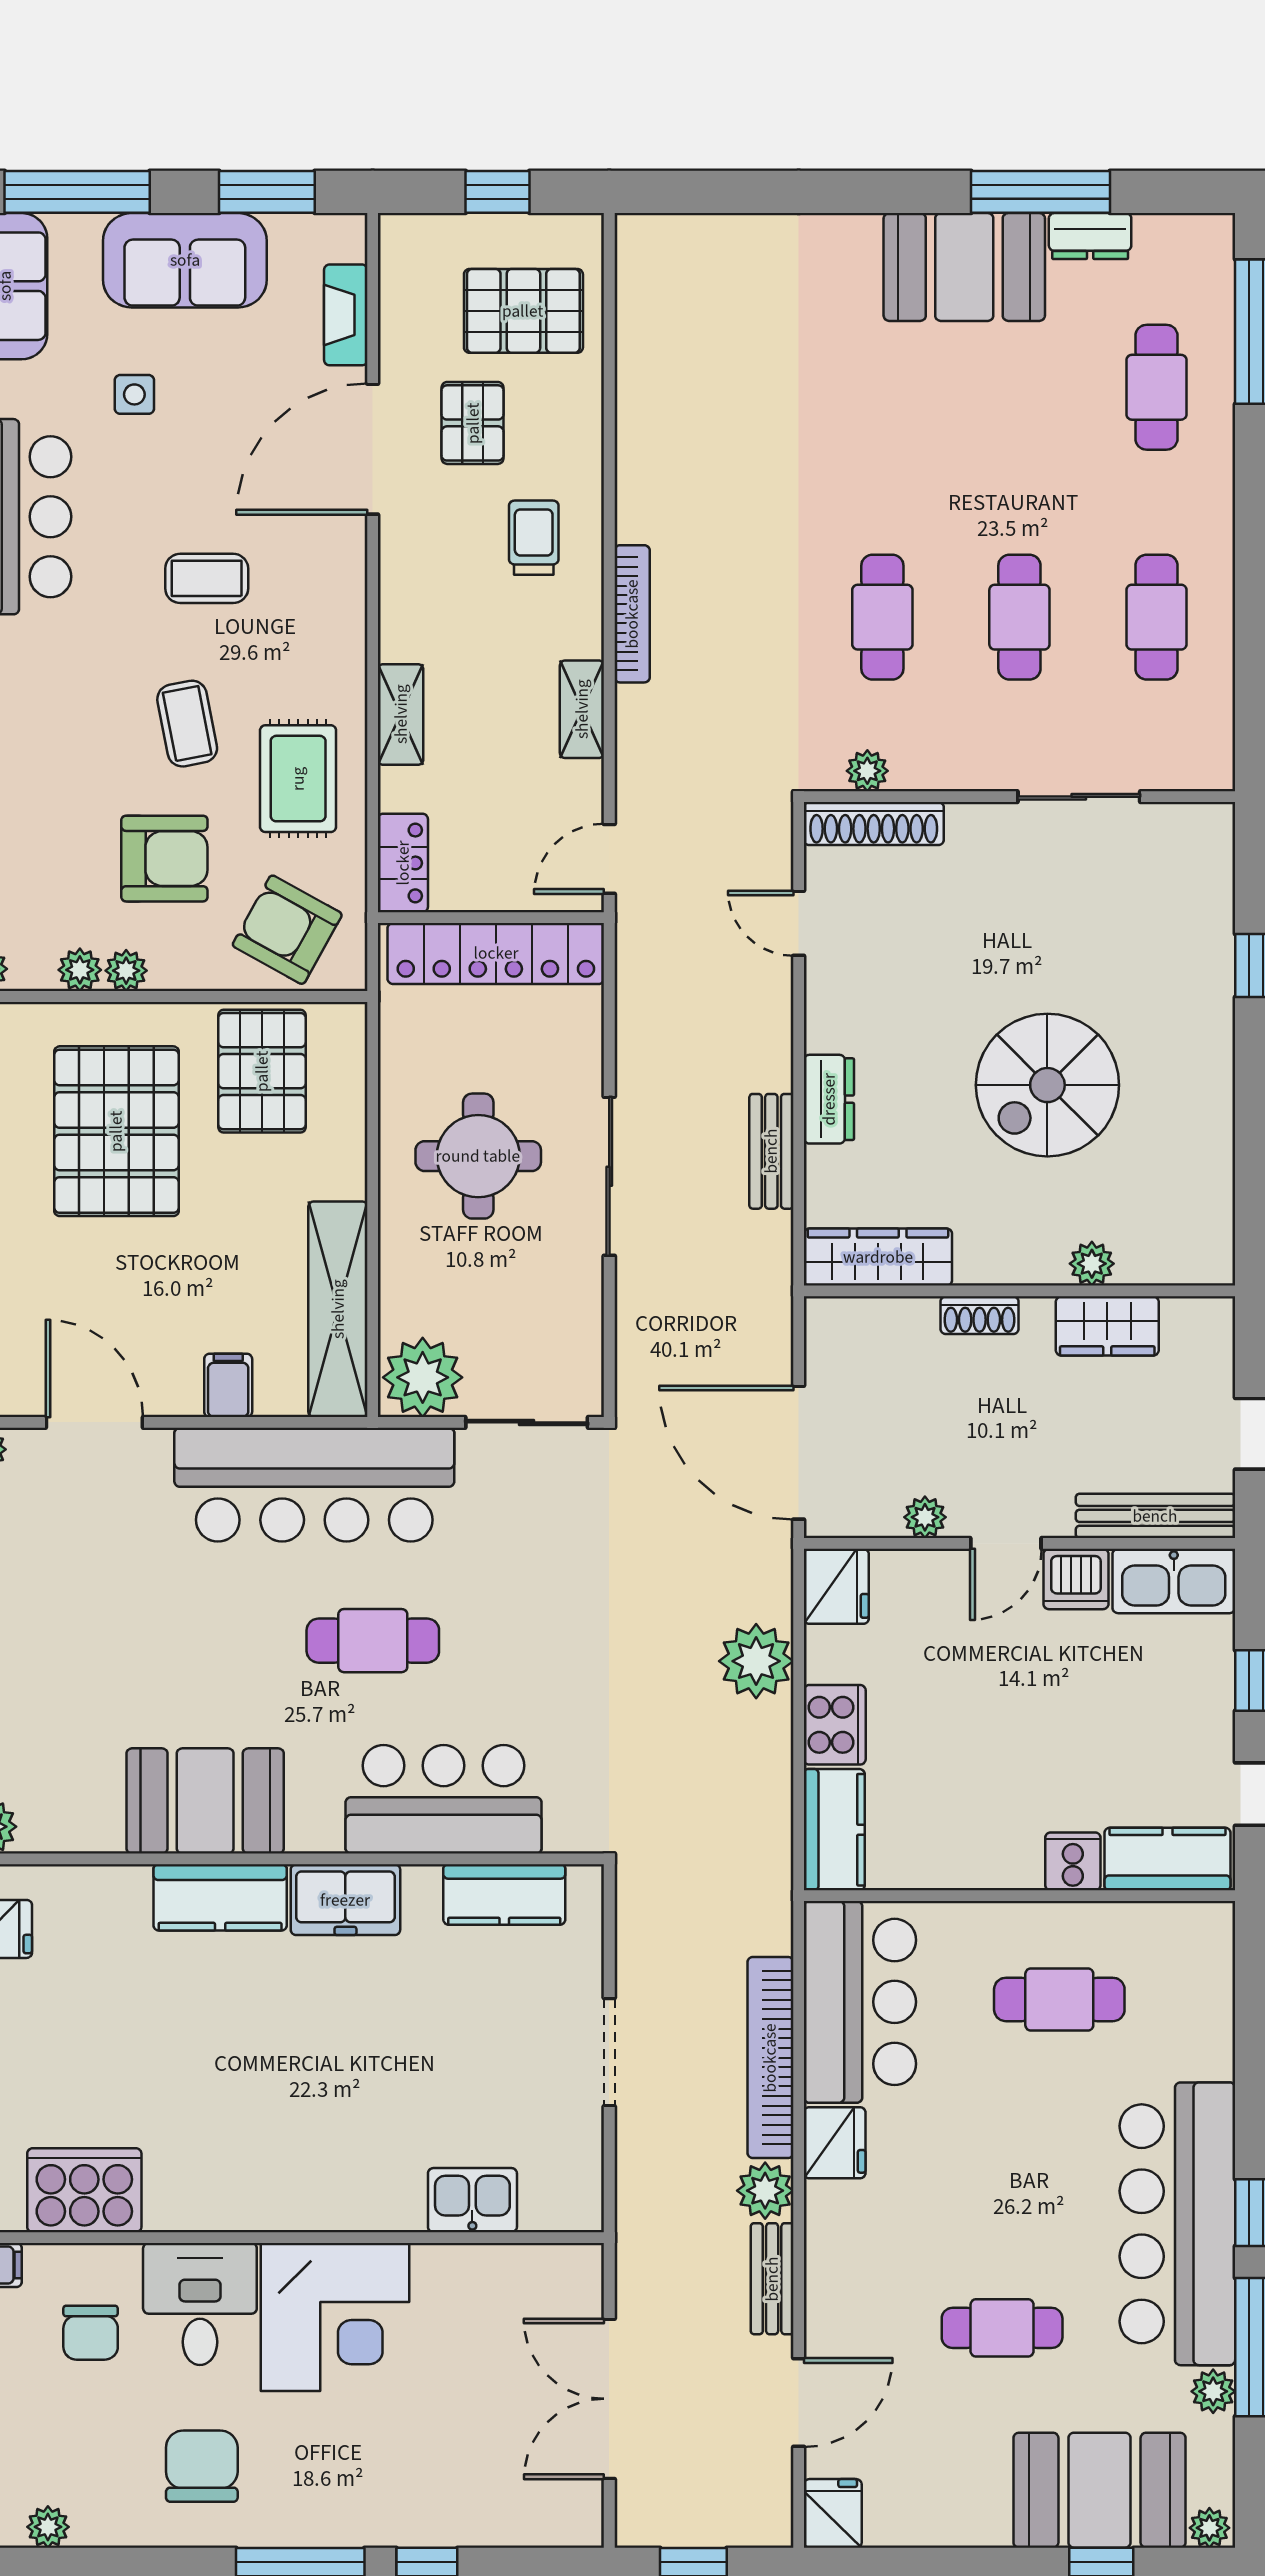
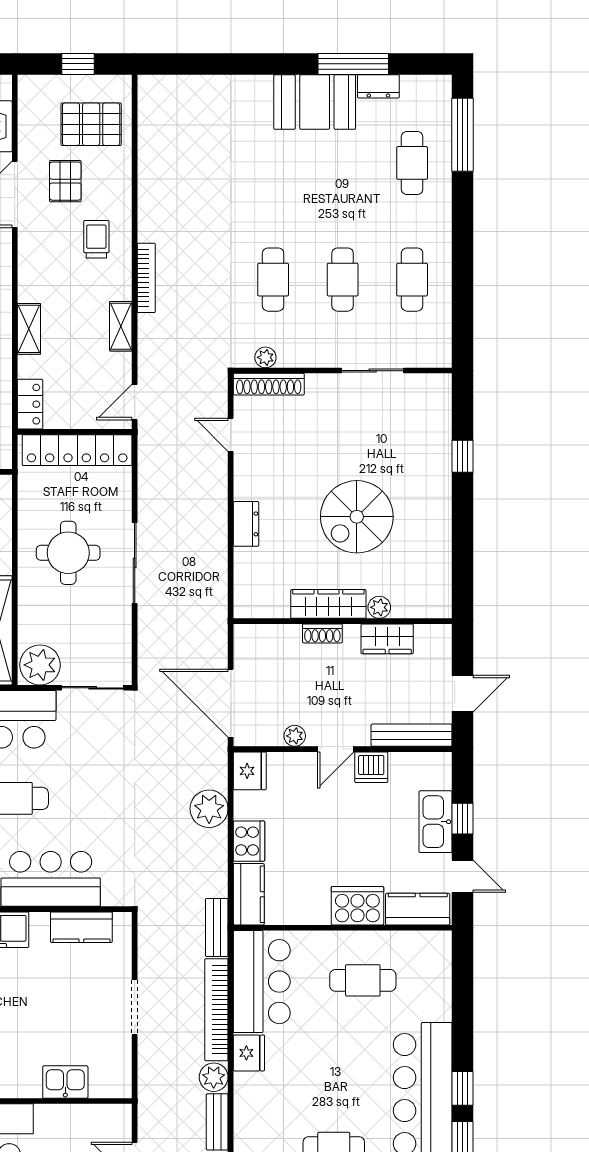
bench: (771, 1151) -> (217, 927), moved
wardrobe: (878, 1257) -> (328, 604), moved
kitchen sink: (1174, 1581) -> (436, 822), moved, turned 90
cooker: (1073, 1861) -> (357, 906), width x1.87, depth x1.31

